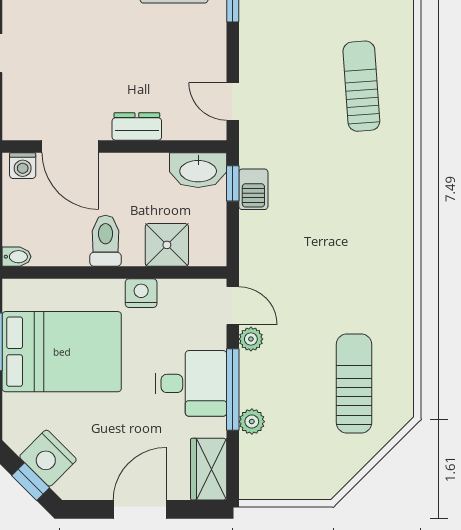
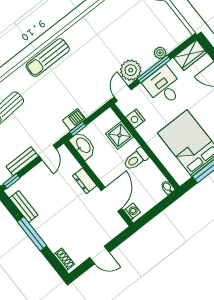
bench: (252, 47) -> (22, 161), added
nightstand: (141, 293) -> (135, 119), moved
plant: (251, 339) -> (131, 70), width x1.88, depth x1.88
sun lounger: (354, 384) -> (48, 58), moved

